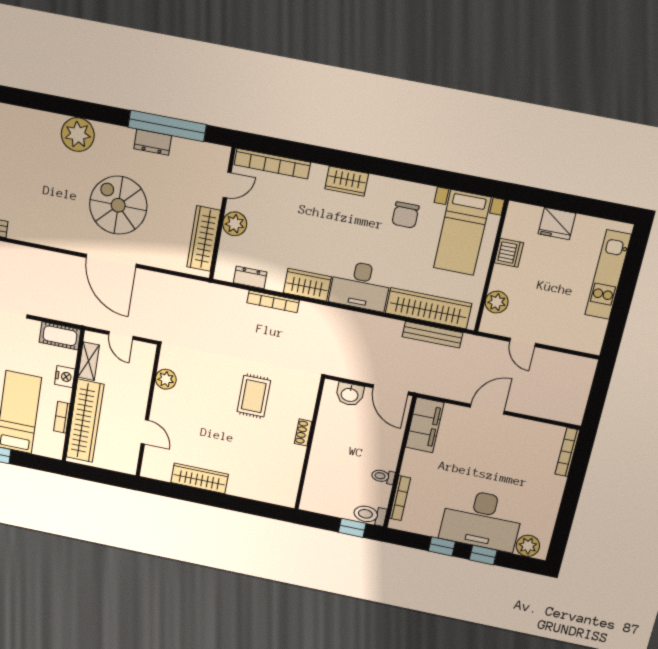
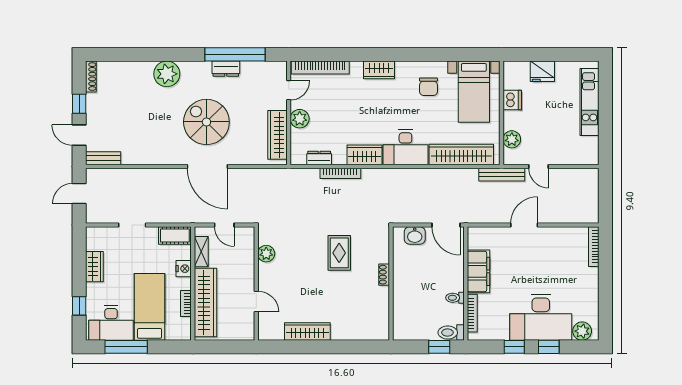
bench: (432, 335) -> (502, 175), moved
filing cabinet: (425, 425) -> (478, 271), moved

